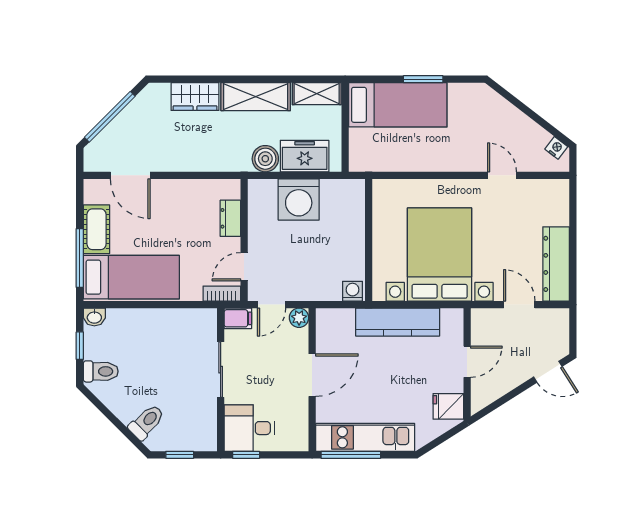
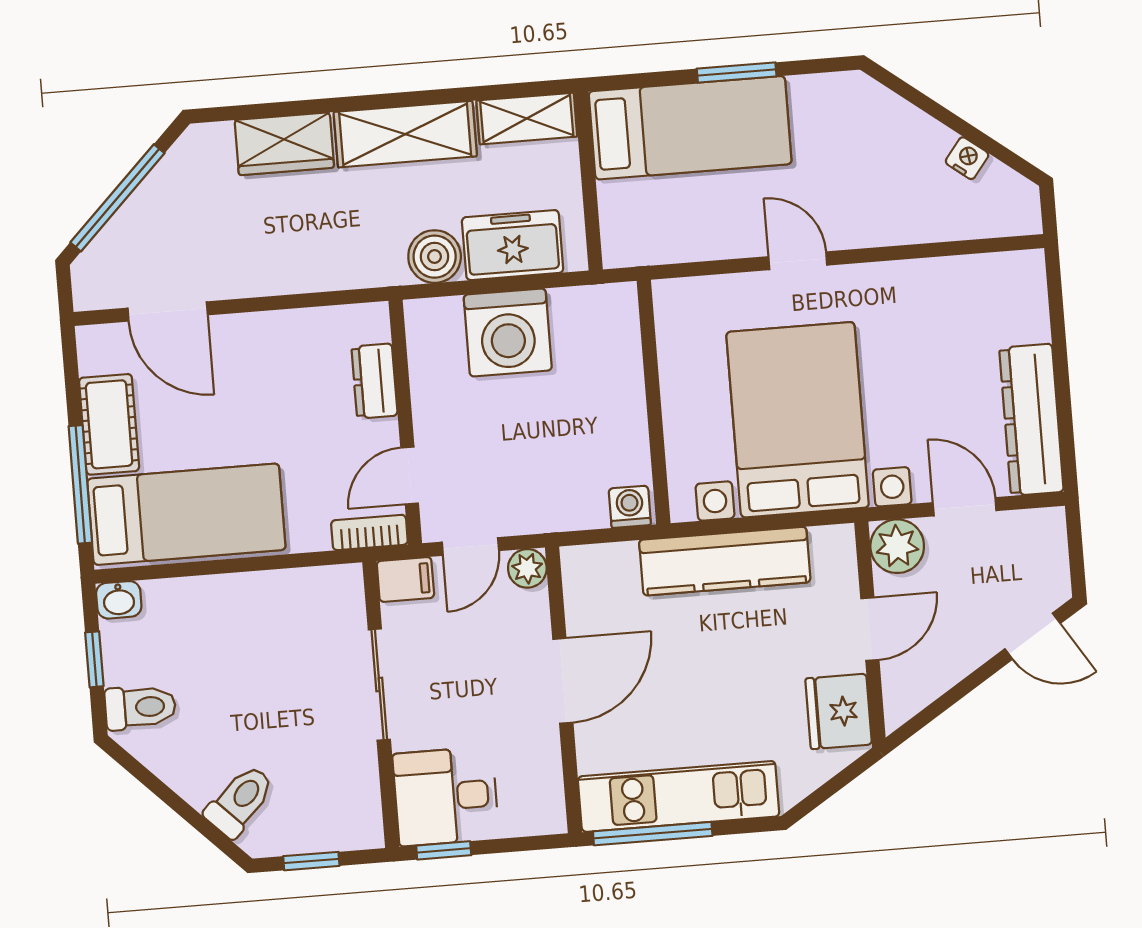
nightstand: (556, 148) -> (967, 158), moved
door: (502, 175) -> (798, 261), moved
plant: (484, 321) -> (897, 546), added
fridge: (448, 406) -> (839, 711), width x1.38

